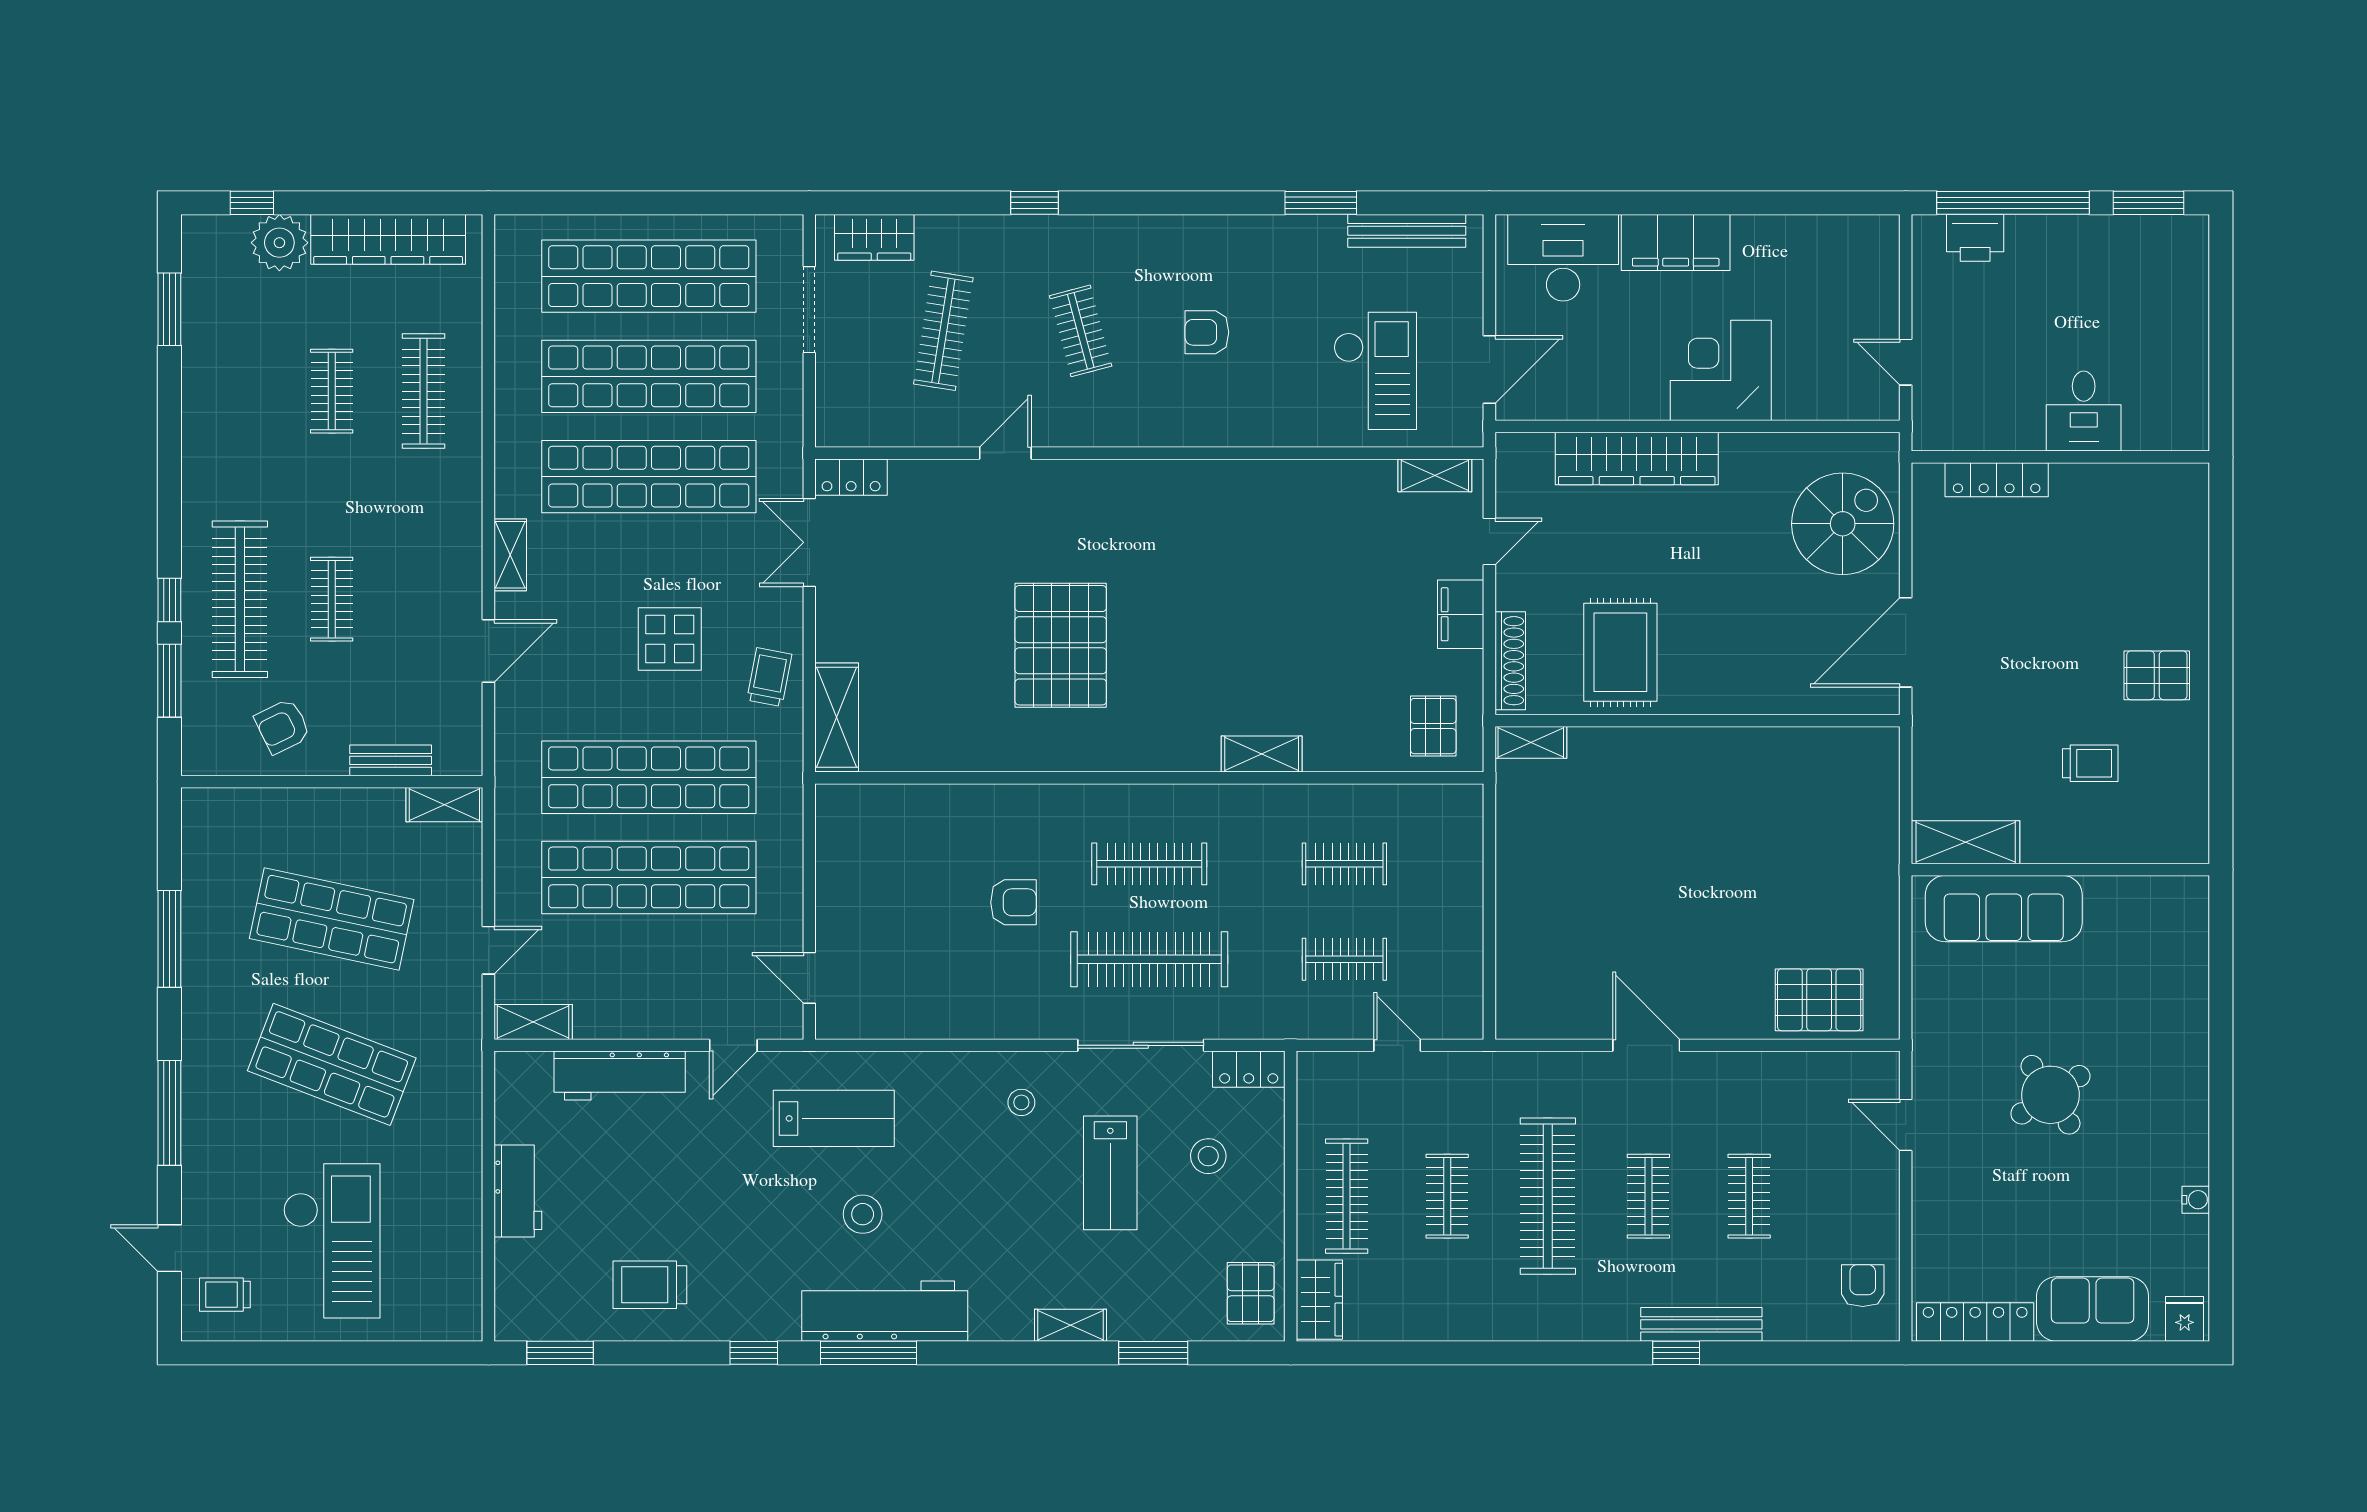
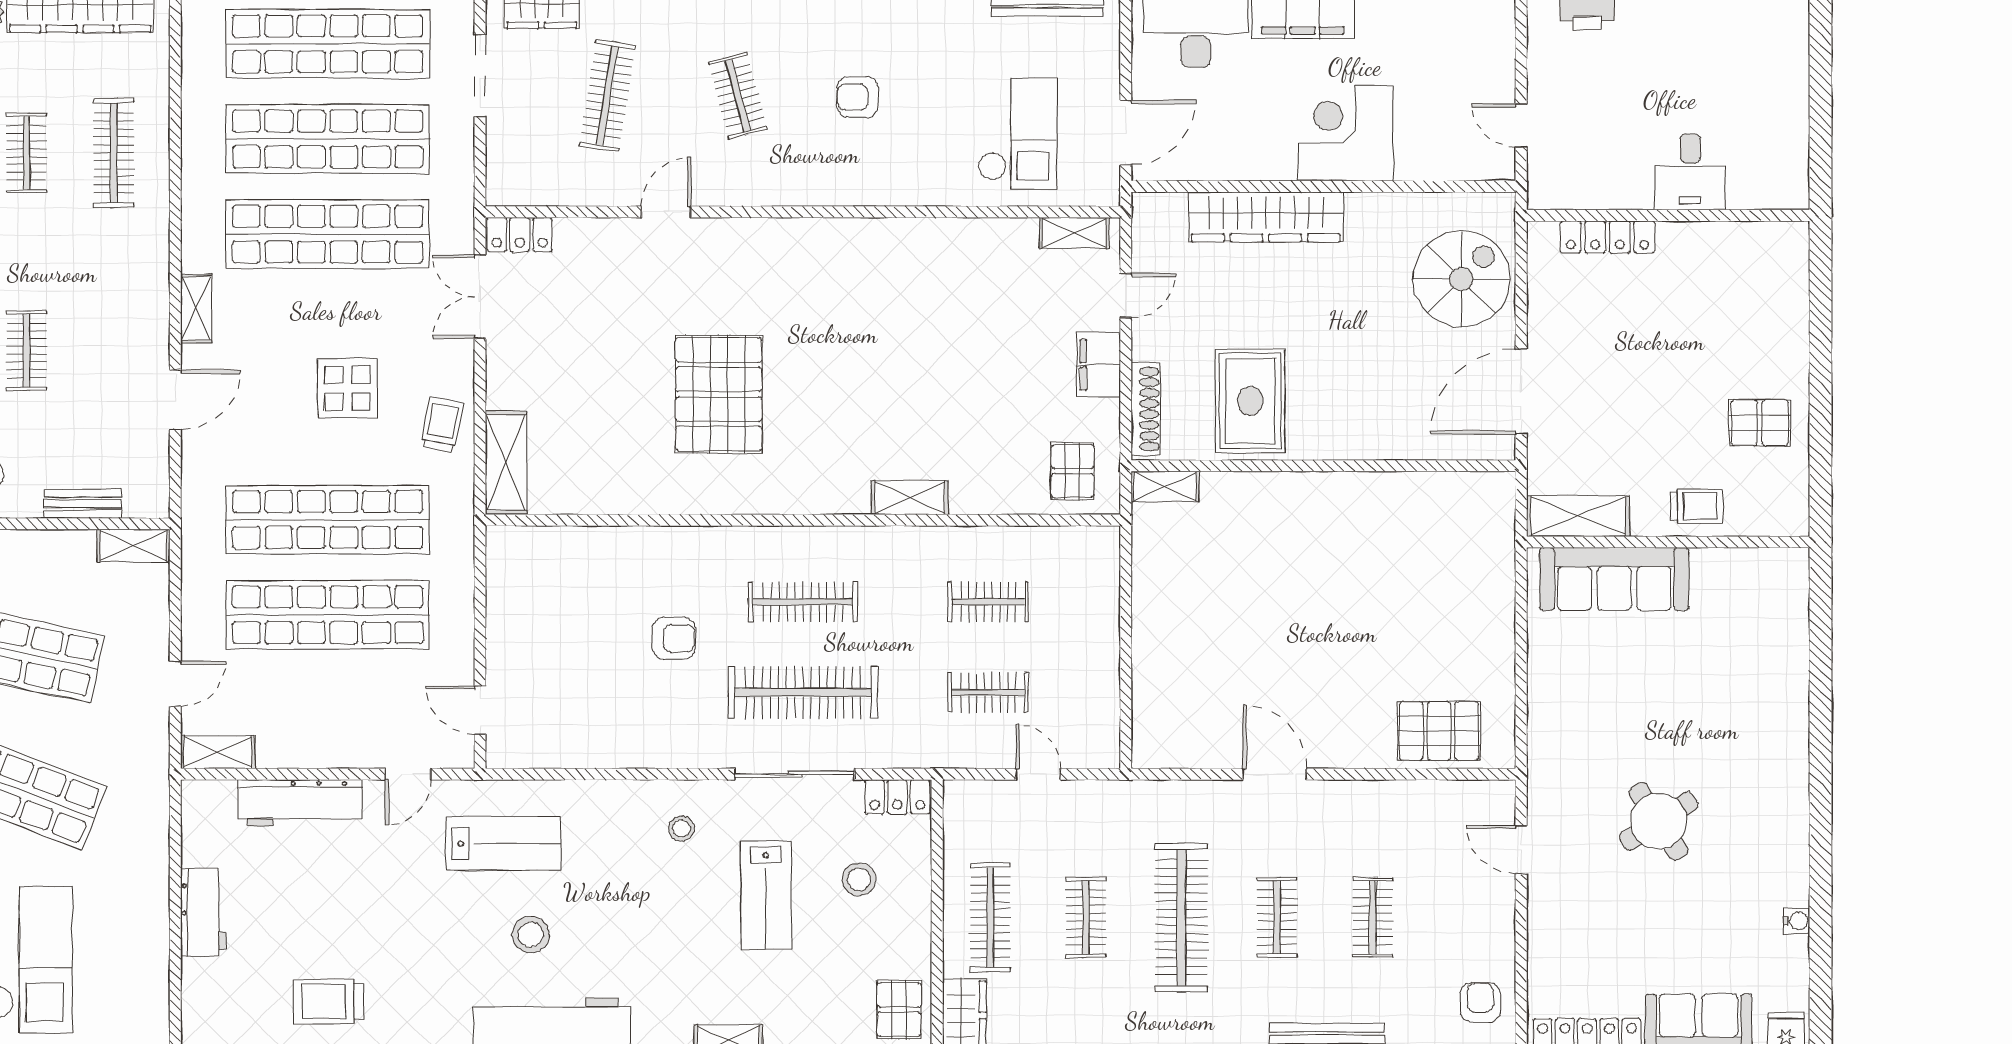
shelving: (1966, 842) -> (1578, 516), moved
wall: (2060, 870) -> (1668, 542), moved
sofa: (2004, 909) -> (1614, 579), moved

